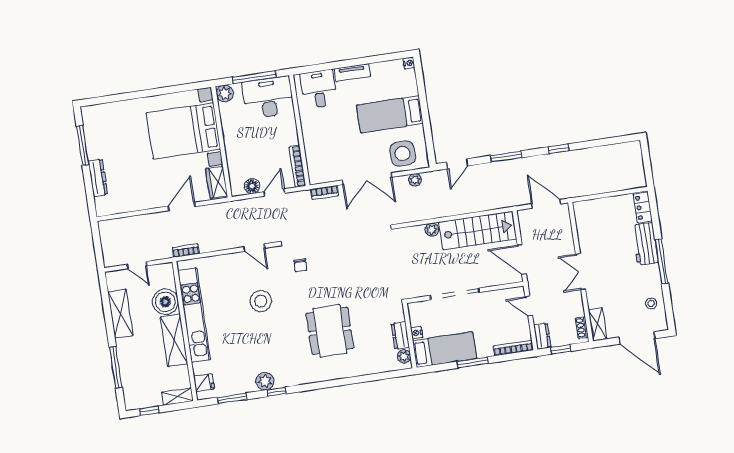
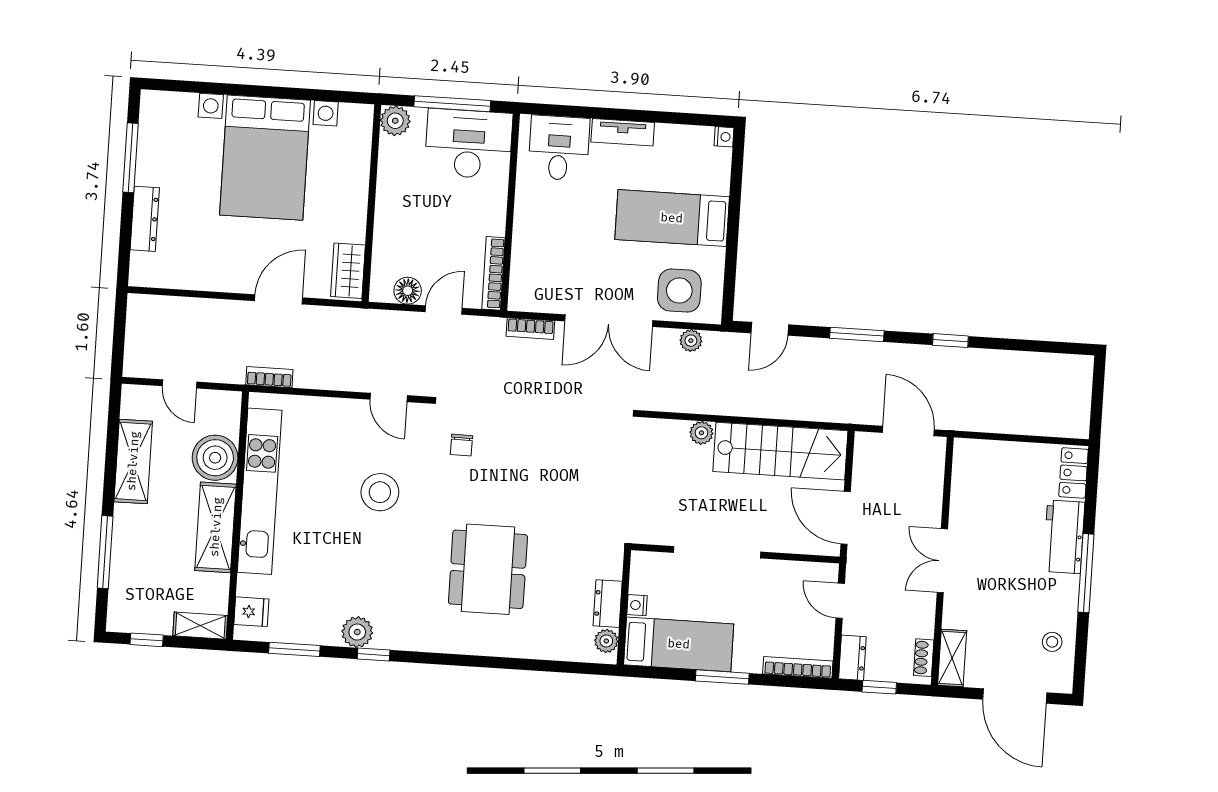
bed with nightstands: (183, 131) -> (265, 158), moved, turned -90

